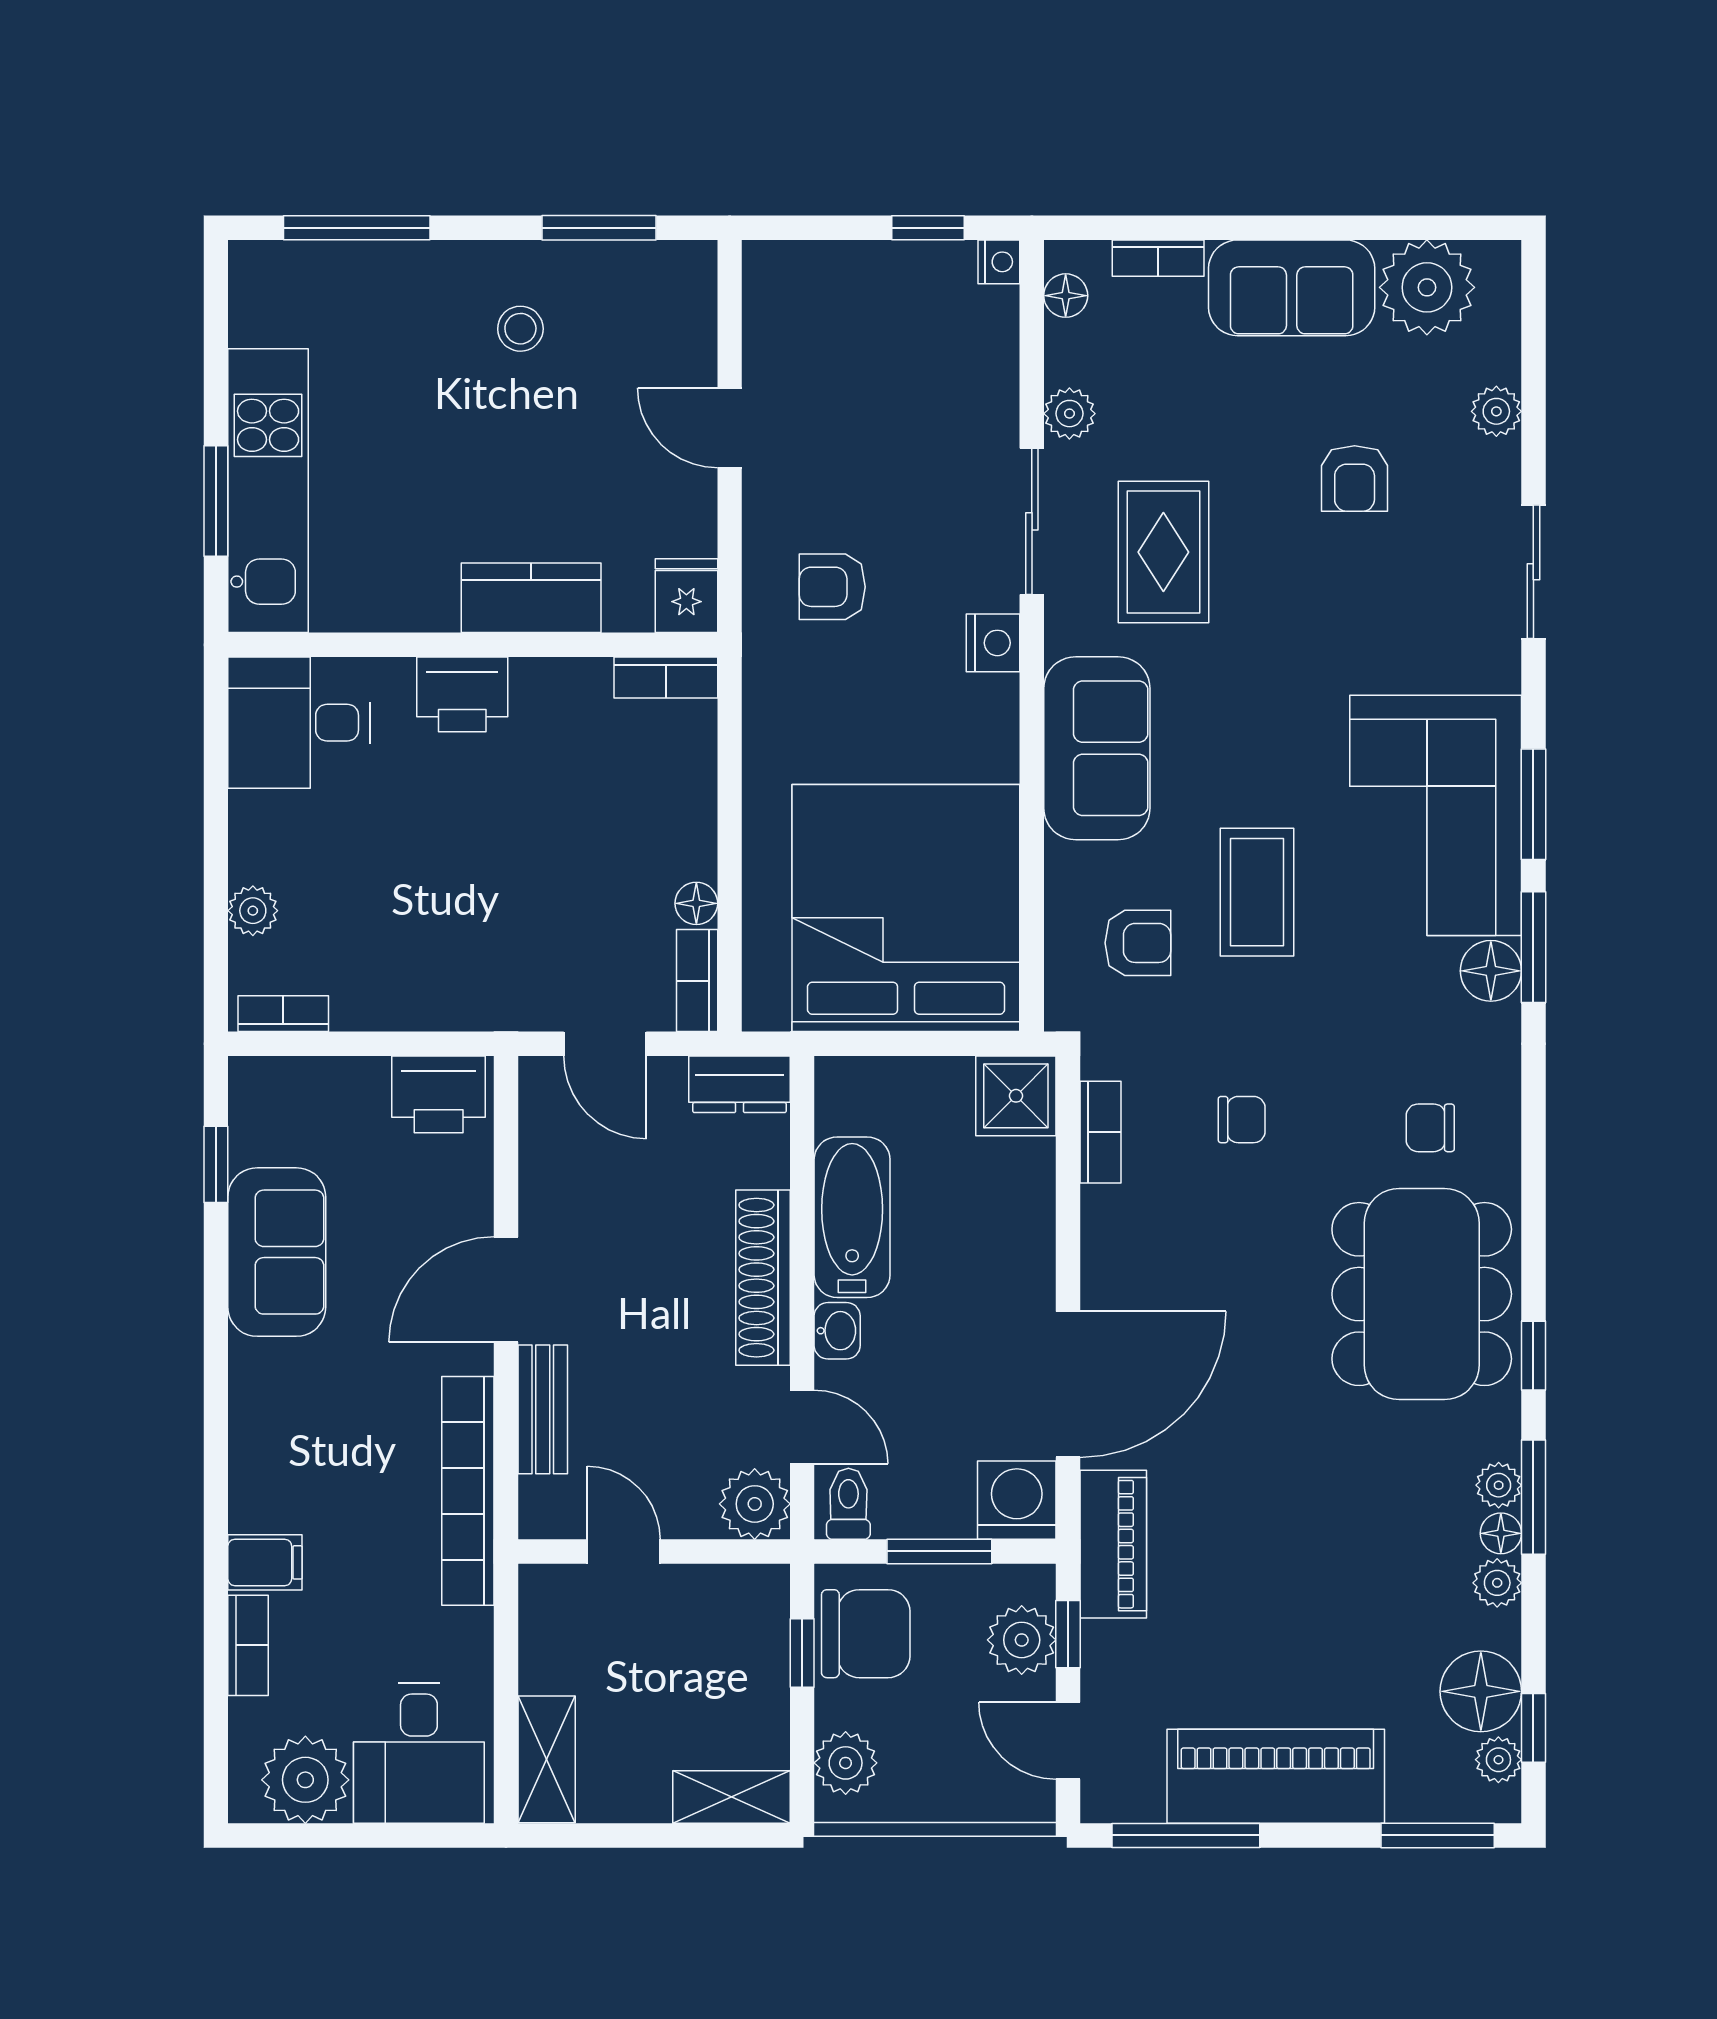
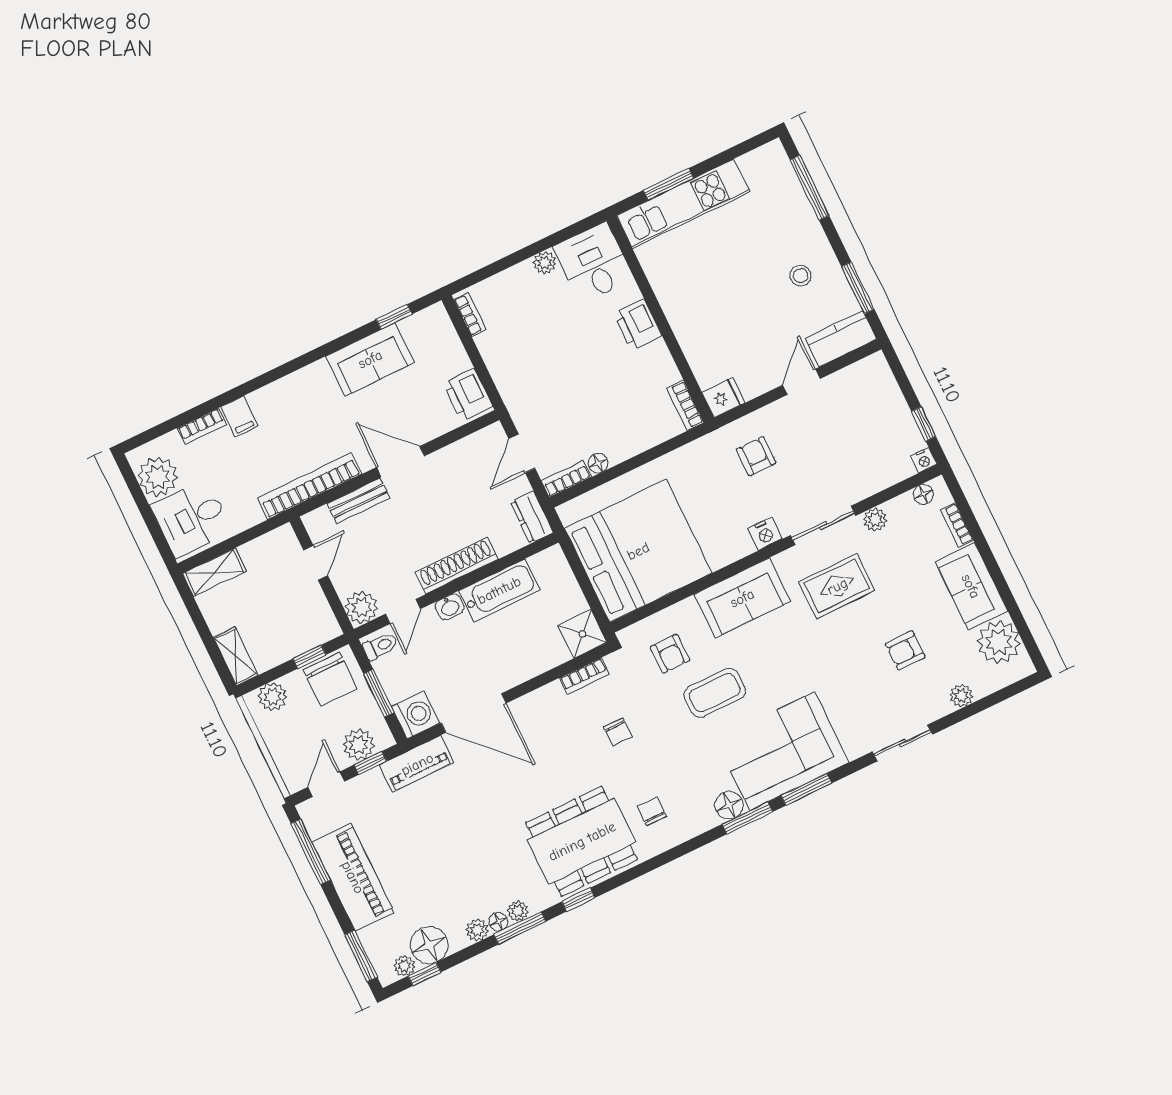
kitchen counter: (531, 598) -> (841, 339), moved, turned -90
plant: (253, 911) -> (545, 263), moved

